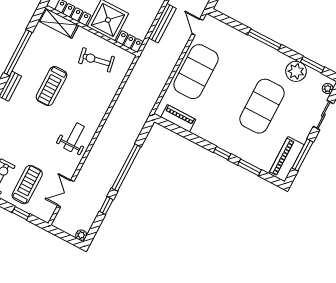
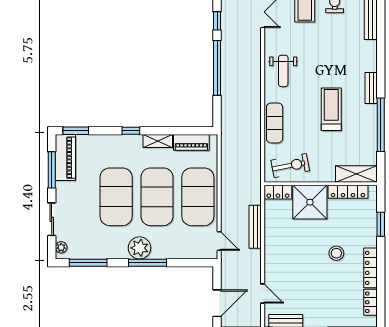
exercise bike: (96, 60) -> (290, 166), moved
window: (312, 65) -> (88, 263), width x1.44
plant: (296, 71) -> (139, 248), moved
exercise mat: (229, 89) -> (157, 197), added
exercise mat: (103, 99) -> (275, 123), added
shelving: (205, 134) -> (158, 141), added
window: (250, 167) -> (76, 131), moved

